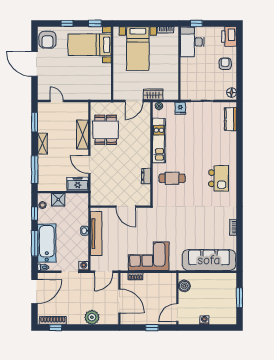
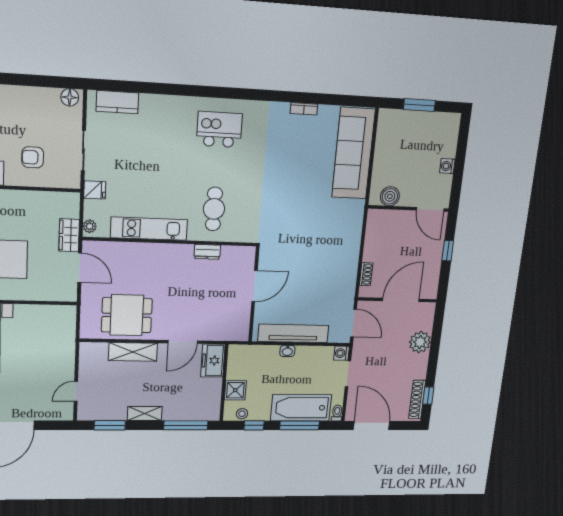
armchair: (225, 64) -> (33, 157), moved
corner sofa: (149, 256) -> (337, 252), removed

